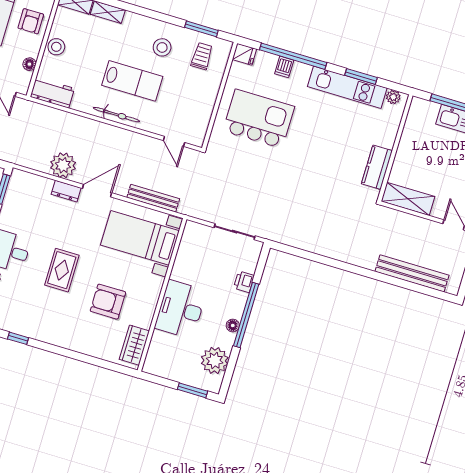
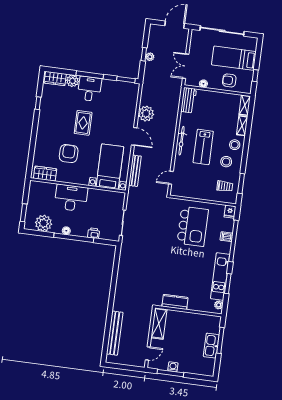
stool: (56, 47) -> (235, 145), moved
dresser: (66, 191) -> (131, 118), removed
rug: (62, 270) -> (83, 123), turned 90

